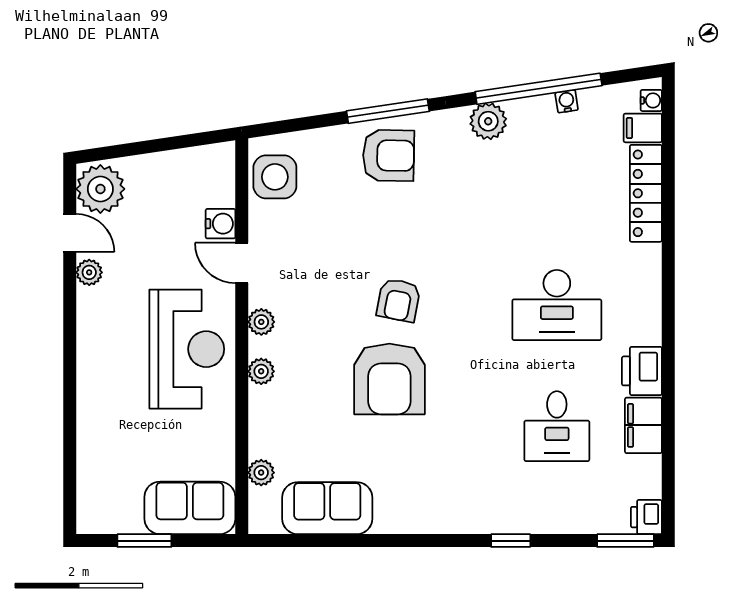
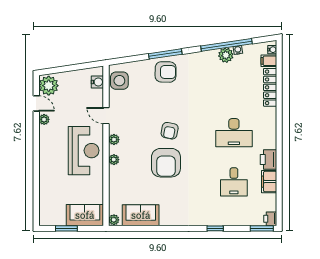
plant: (488, 121) -> (226, 55), moved
water cooler: (221, 224) -> (97, 82), moved
plant: (261, 473) -> (114, 220), moved

